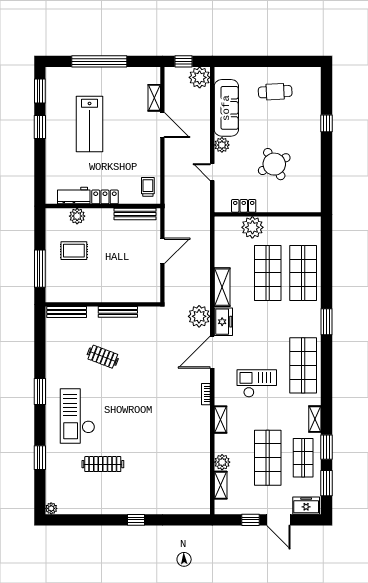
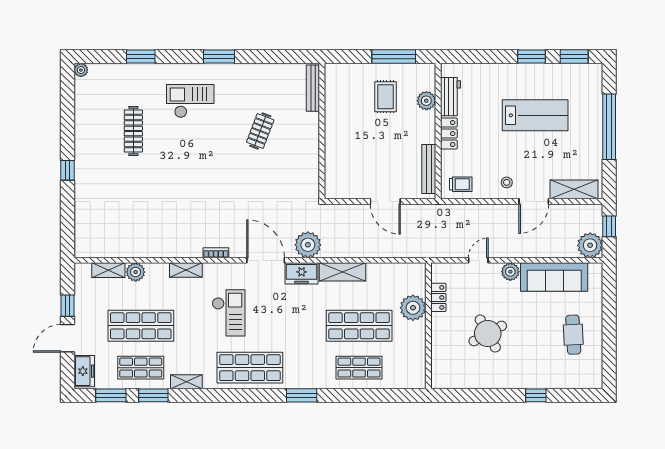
shelving: (154, 98) -> (574, 189), width x1.50, depth x1.33
lab bench: (90, 124) -> (535, 115), turned 180
stool: (146, 148) -> (507, 182), added
window: (40, 269) -> (394, 57), moved
shop shelf: (303, 273) -> (359, 368), width x0.70, depth x0.74
bench: (118, 312) -> (313, 149), removed
checkout: (77, 416) -> (190, 101), width x0.73, depth x0.83

